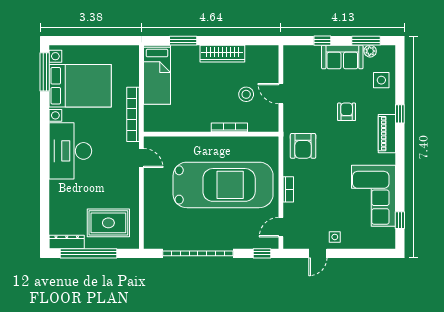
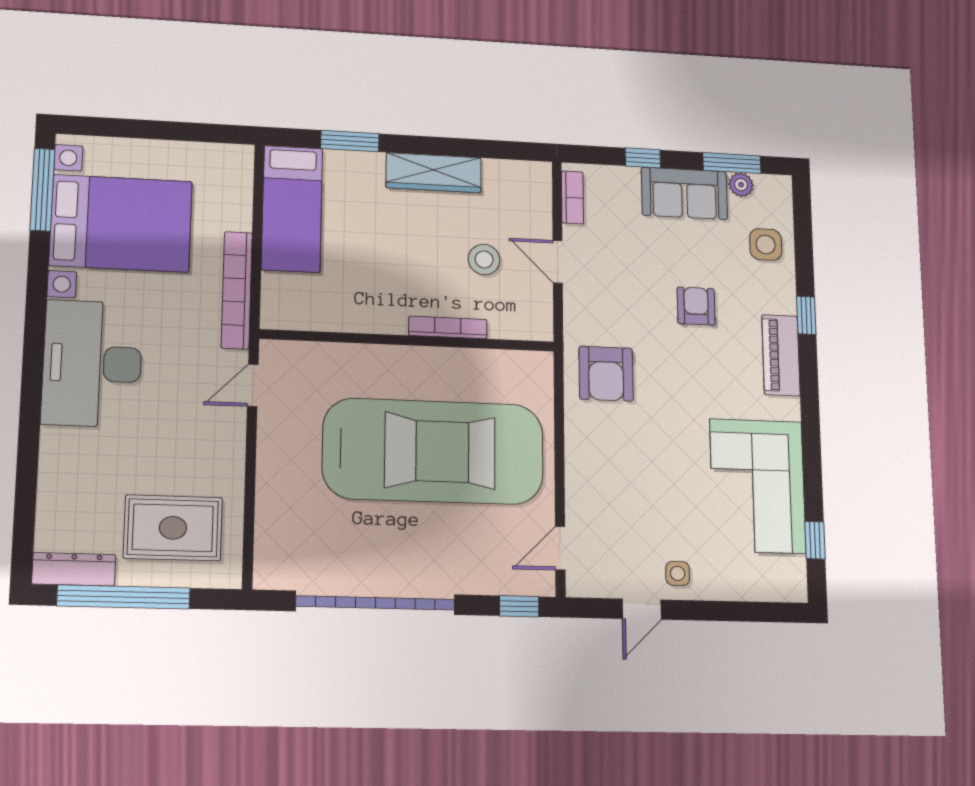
door: (141, 158) -> (253, 385), swing flipped
bookcase: (288, 189) -> (572, 197), moved

